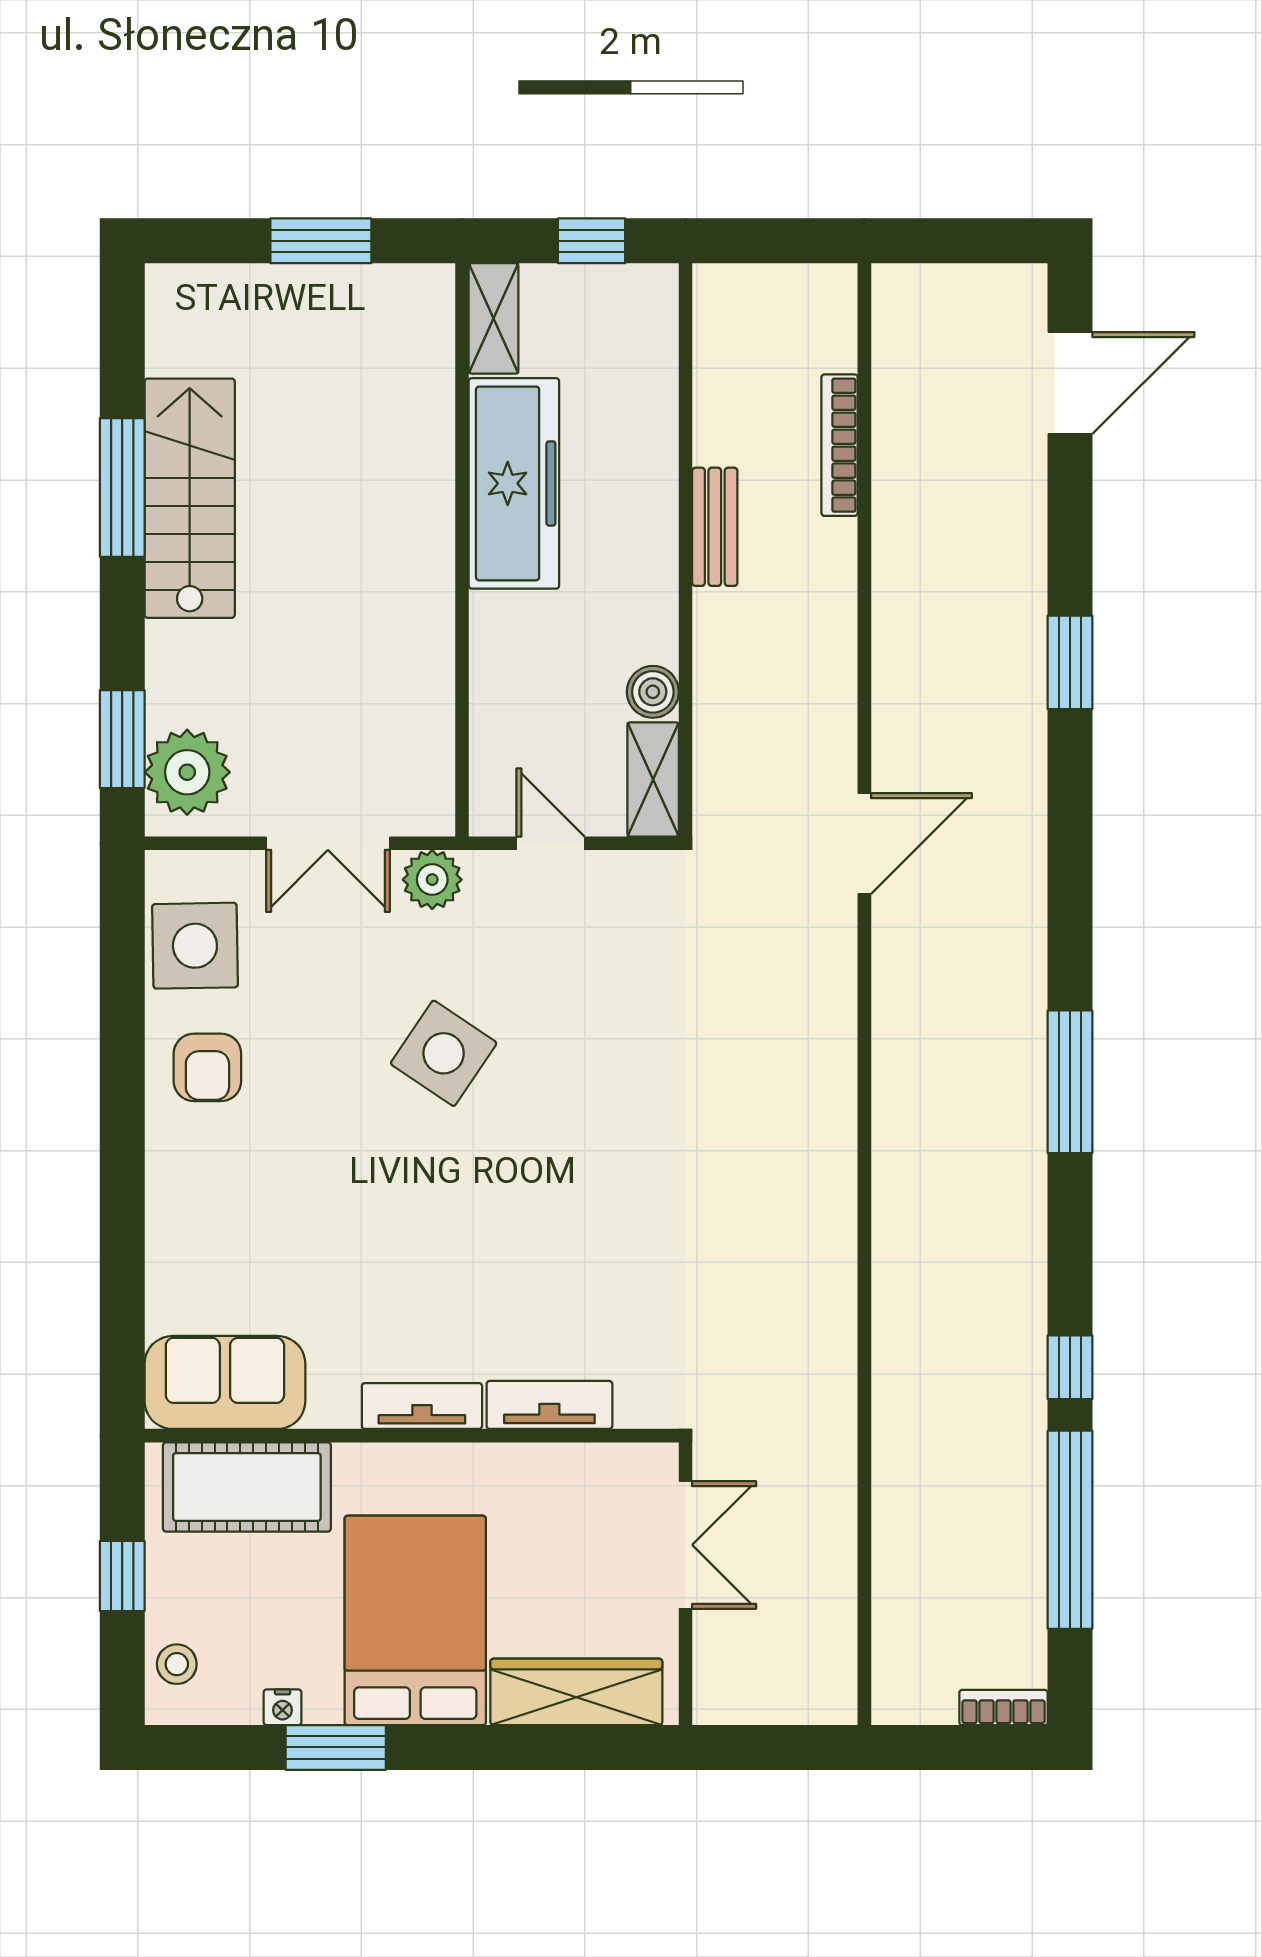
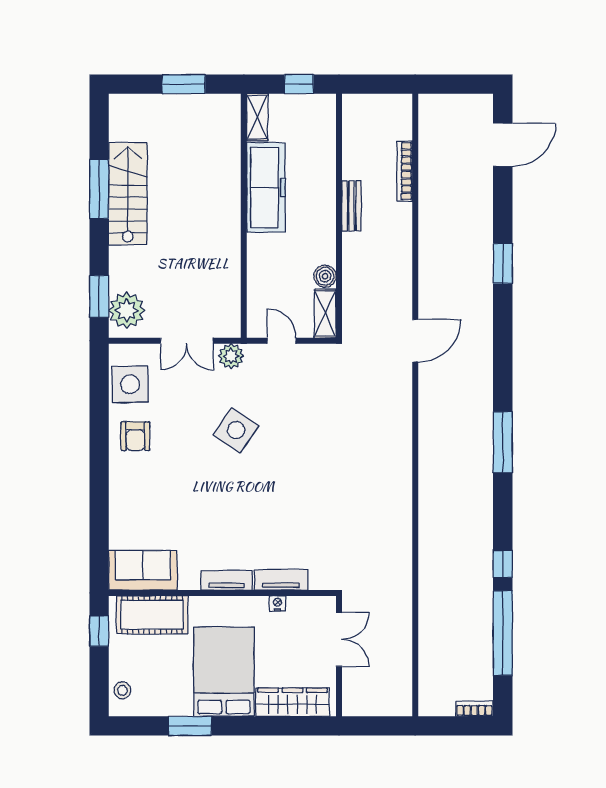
window: (122, 1576) -> (99, 631), moved
nightstand: (283, 1707) -> (277, 603), moved, turned 180

